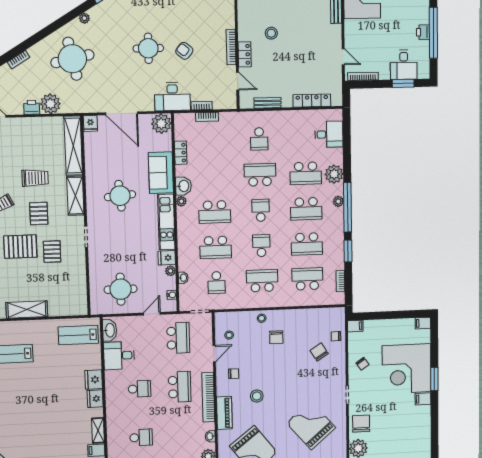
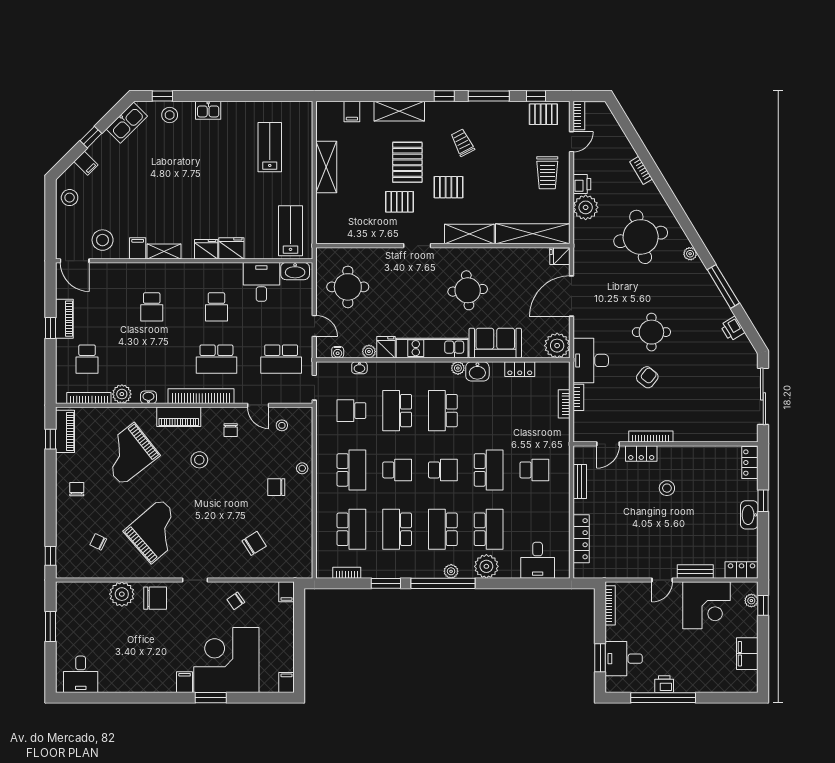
door: (343, 57) -> (662, 580), moved
school desk: (259, 139) -> (534, 470), turned 180
school desk: (306, 173) -> (489, 529), turned 180
trolley: (35, 178) -> (547, 173), moved
chair: (336, 336) -> (274, 566), removed

